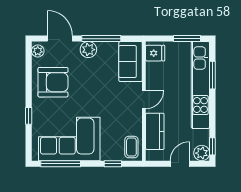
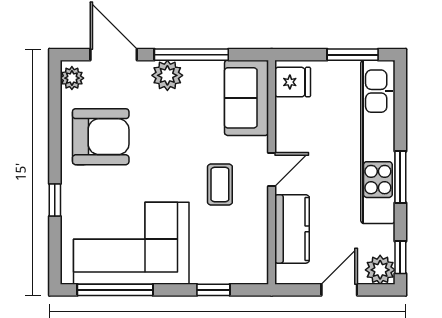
window: (212, 75) -> (400, 177), moved
coffee table: (131, 147) -> (220, 185), moved

